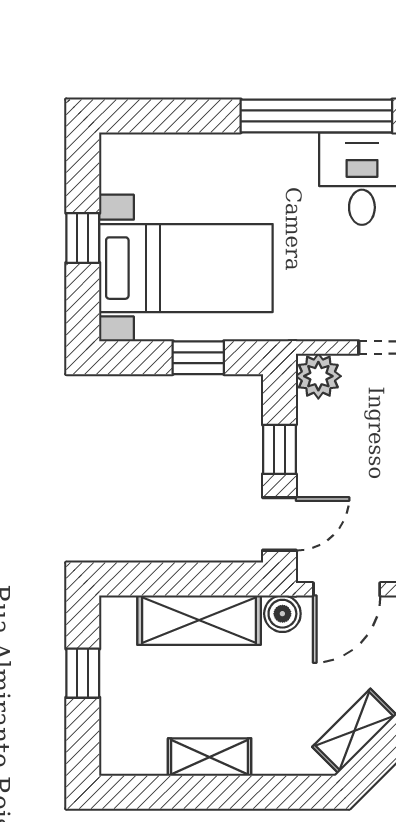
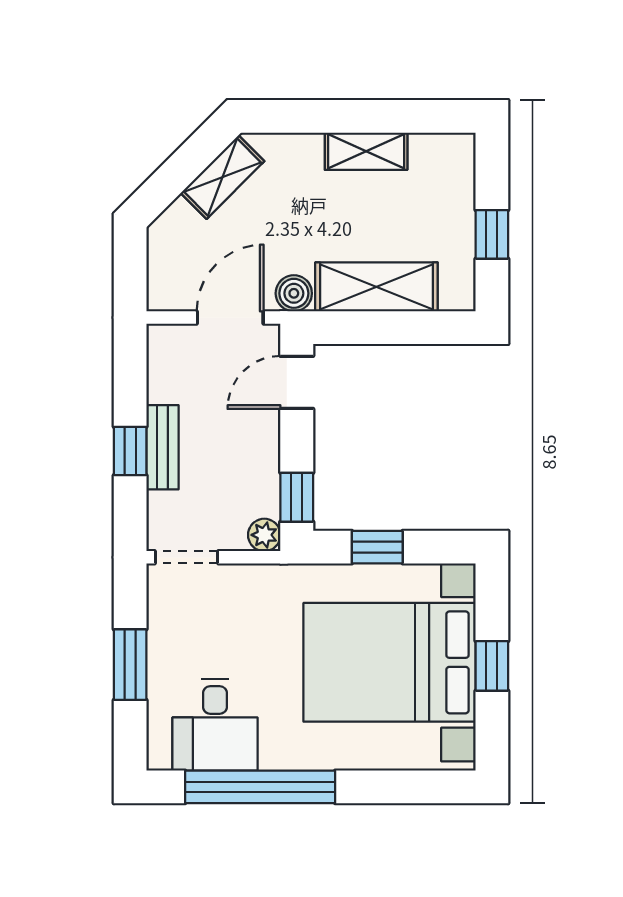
bed with nightstands: (186, 268) -> (390, 662), width x1.36
plant: (318, 376) -> (264, 535), width x0.73, depth x0.73
window: (279, 449) -> (297, 497), moved

